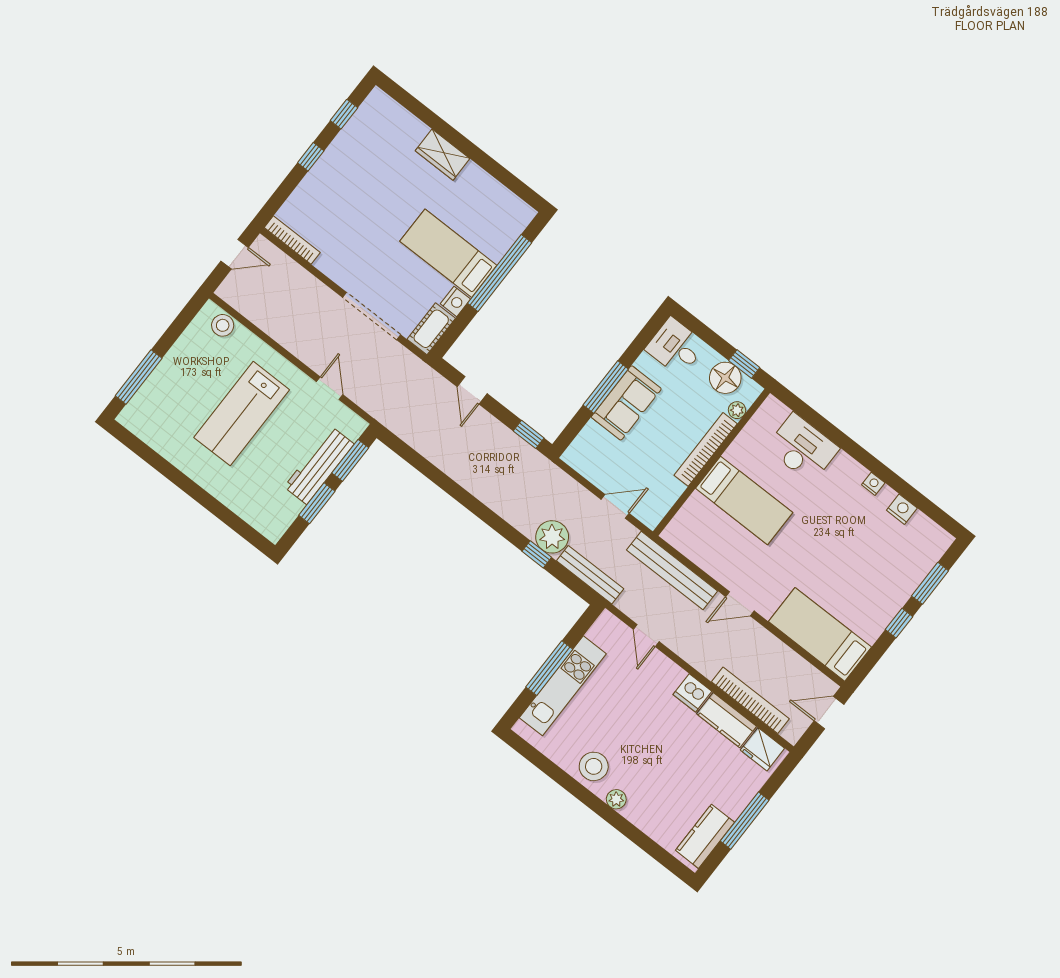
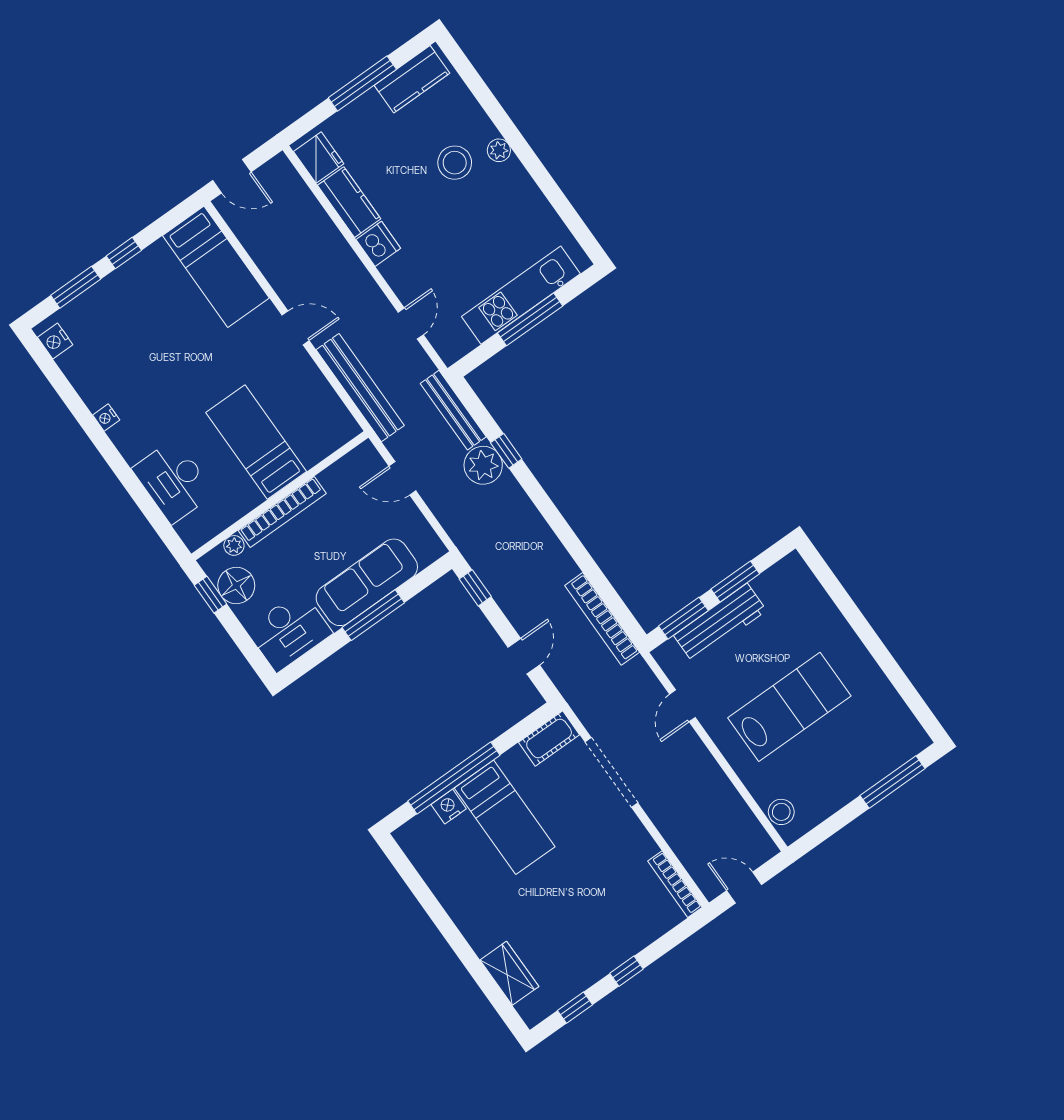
wardrobe: (443, 155) -> (509, 973), moved
nightstand: (455, 301) -> (449, 807), moved
desk: (676, 347) -> (289, 631), width x1.37
sofa: (626, 403) -> (367, 582), width x1.36
nightstand: (902, 509) -> (55, 341), moved
bookcase: (750, 700) -> (602, 619), moved
stool: (594, 766) -> (455, 163), moved

